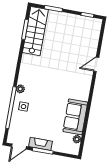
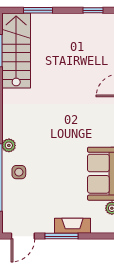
fireplace: (41, 144) -> (72, 226), moved

